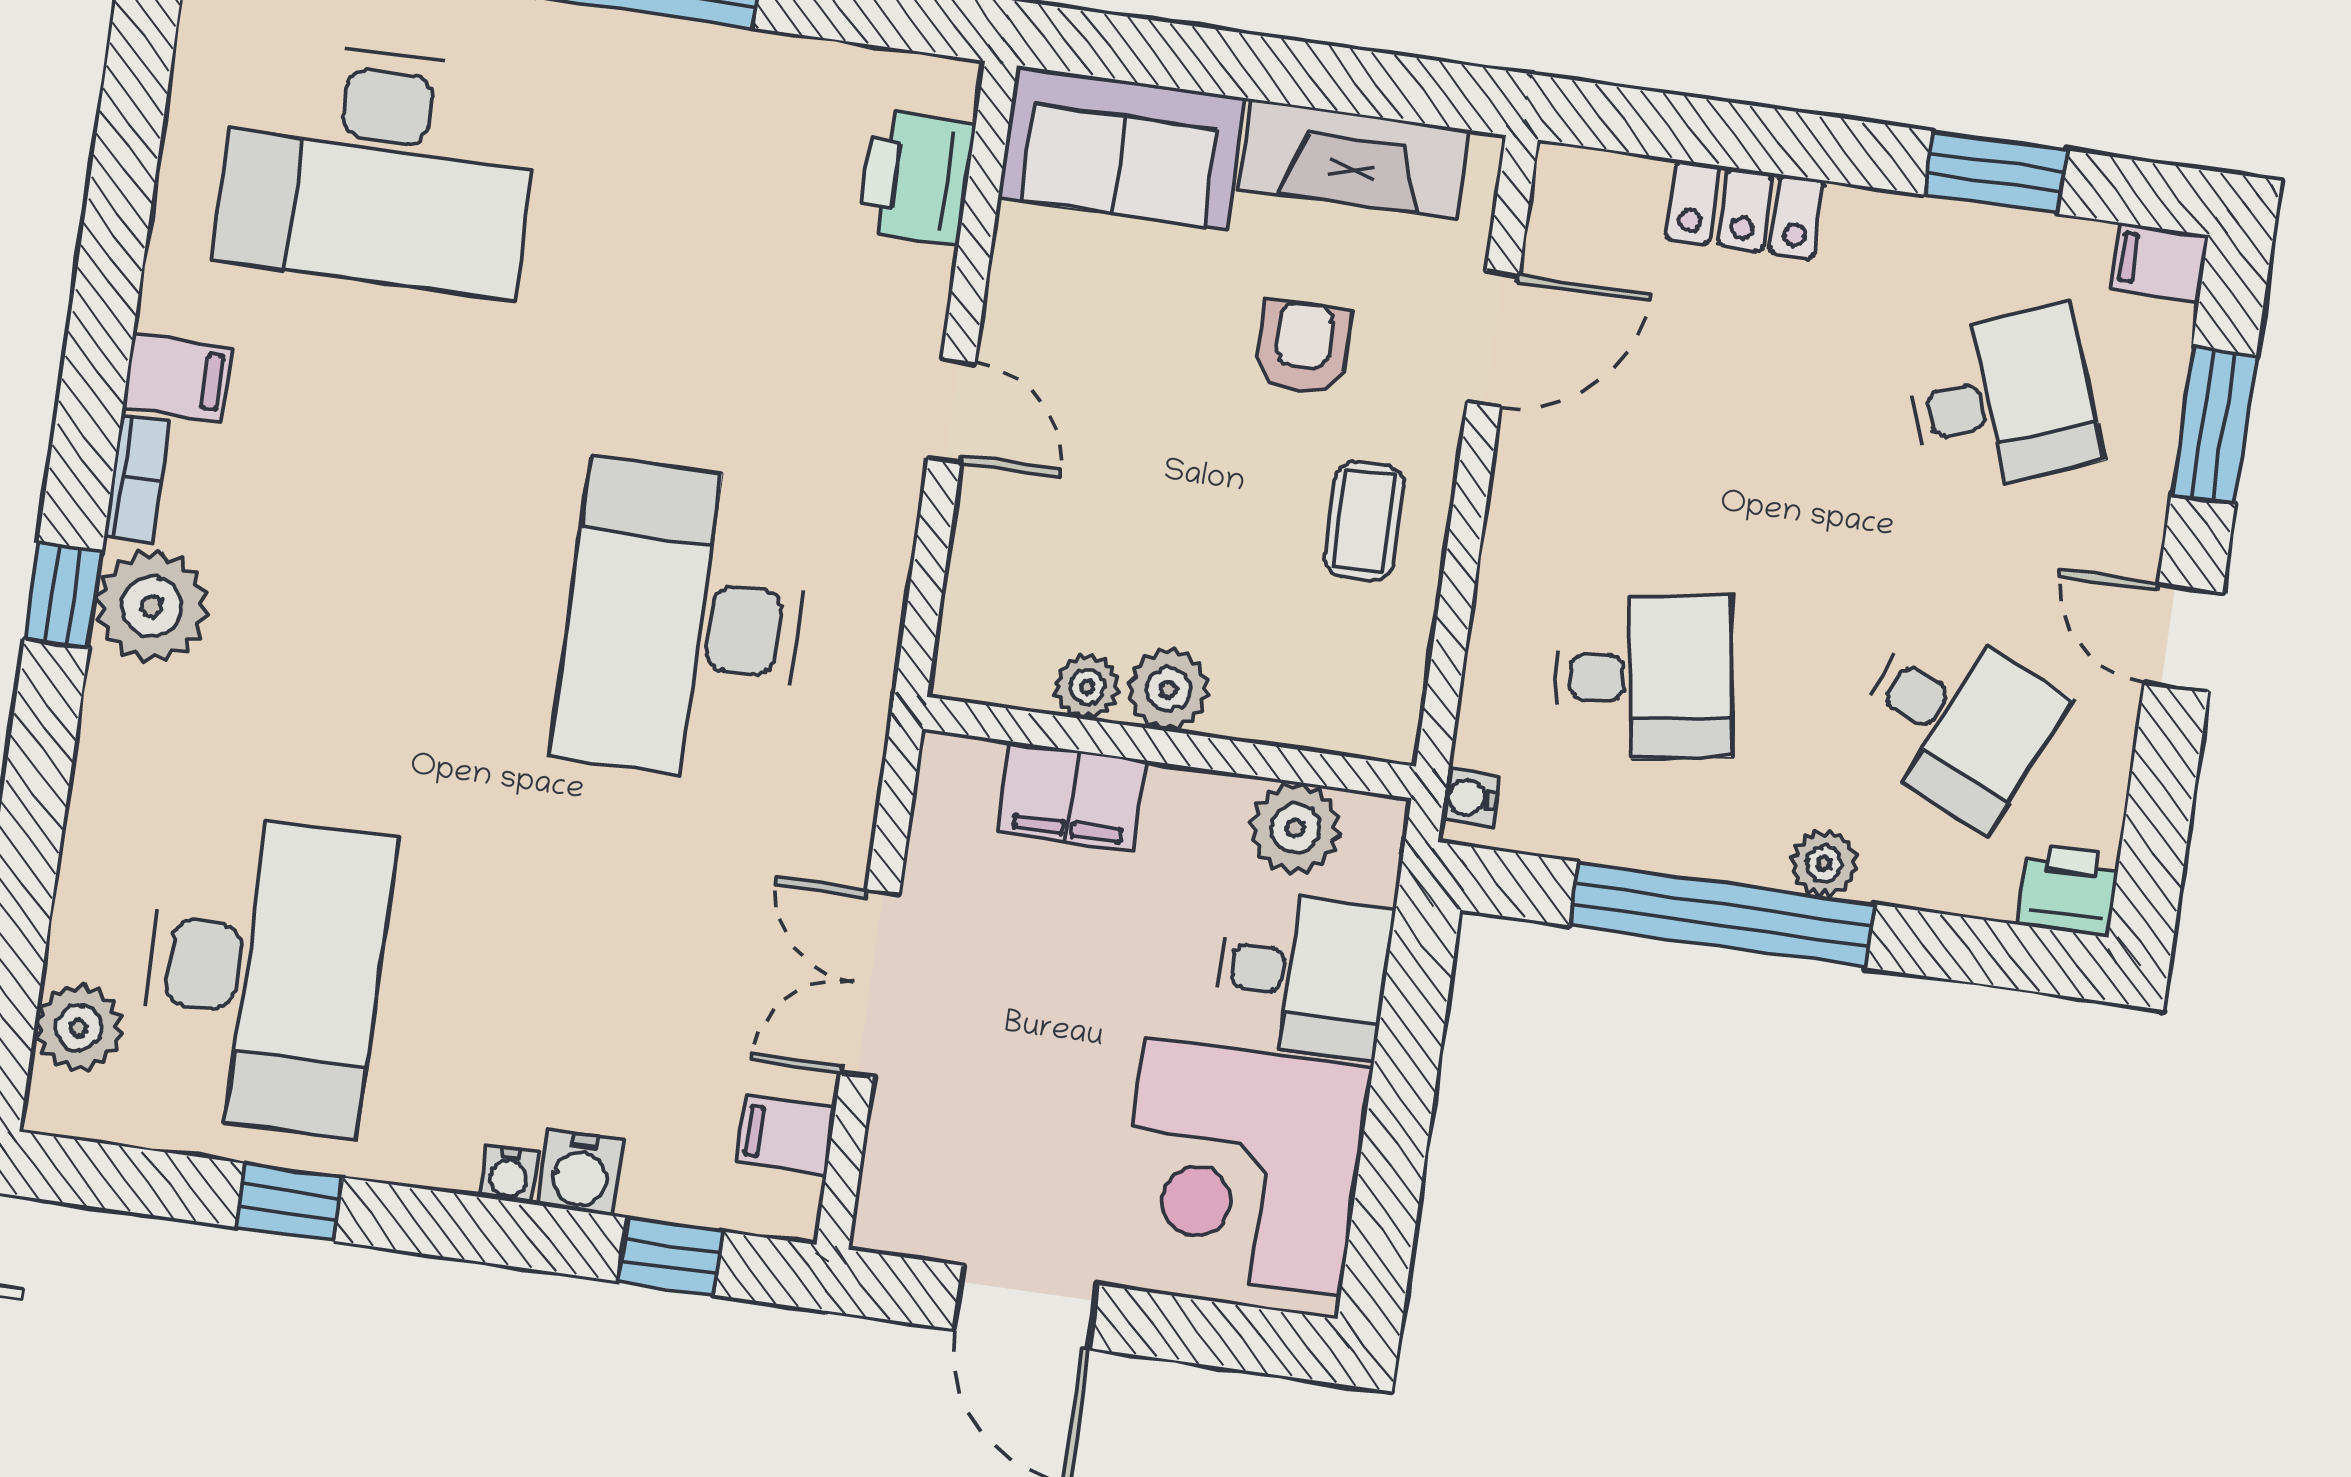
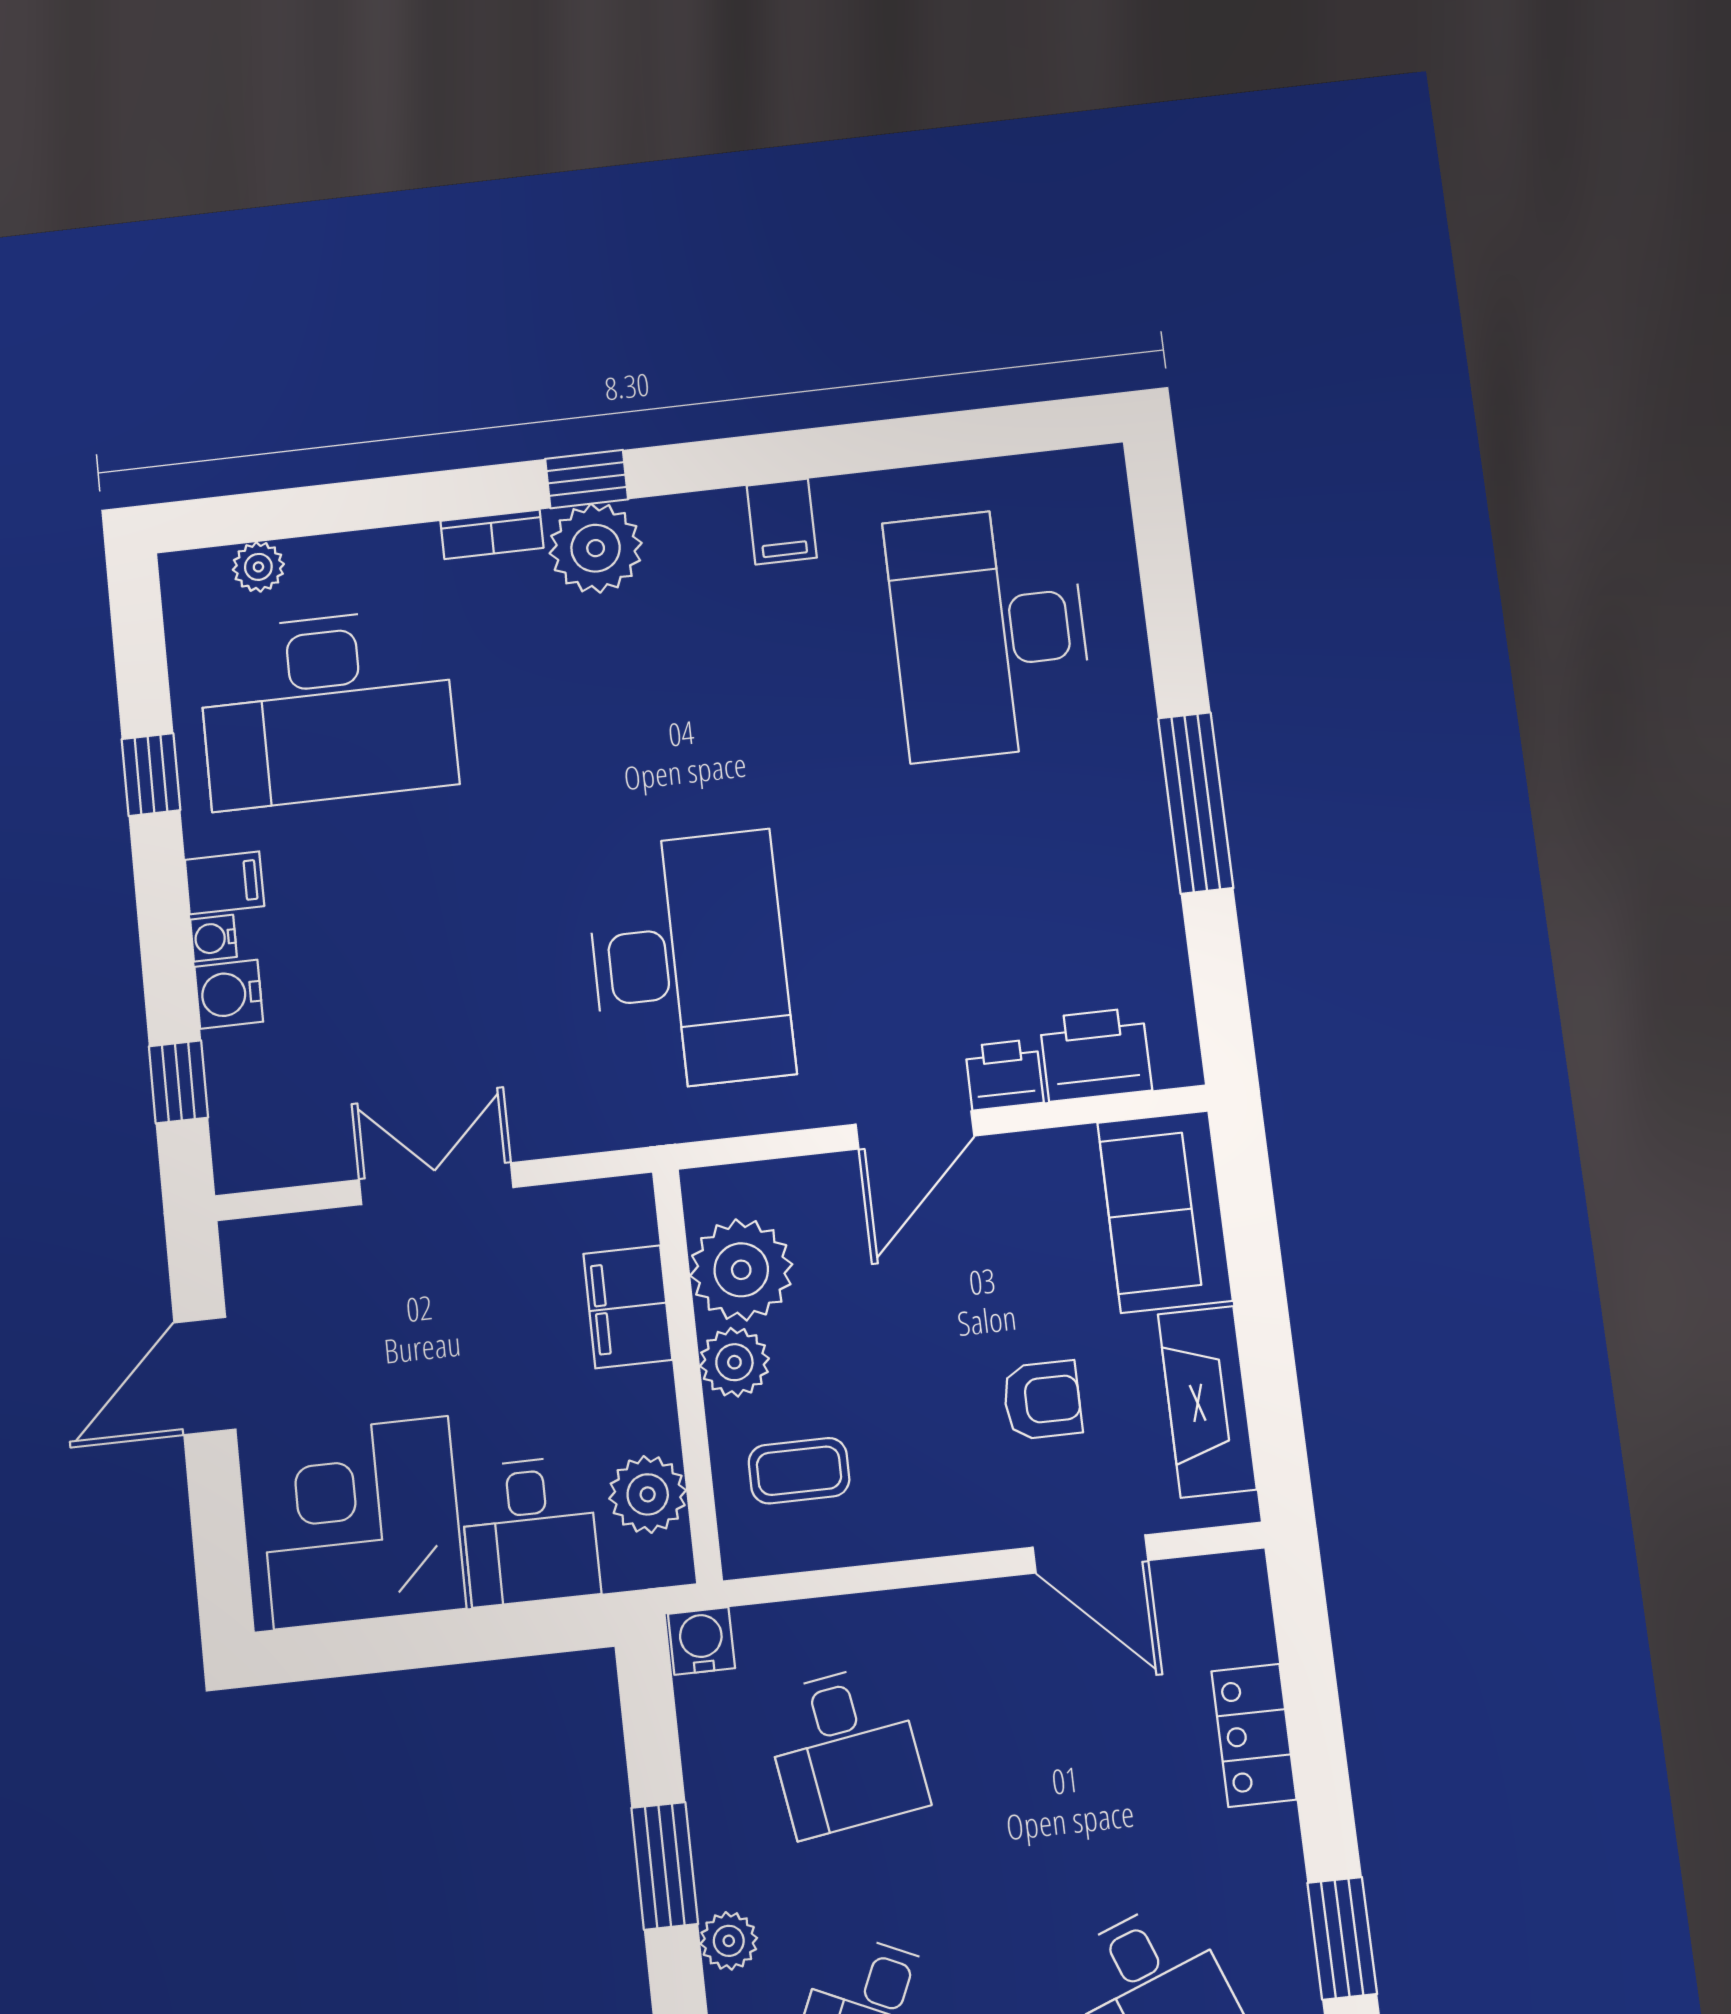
printer: (913, 290) -> (1004, 1075), added
door: (951, 411) -> (915, 1130), width x1.38
bookcase: (137, 478) -> (492, 534), moved
coffee table: (1364, 521) -> (799, 1471), moved
desk: (683, 622) -> (689, 961), turned 90
plant: (1087, 687) -> (741, 1270), width x1.88, depth x1.88
water cooler: (1470, 798) -> (701, 1641), width x1.38, depth x1.38
window: (1722, 915) -> (665, 1866), width x0.47
plant: (78, 1028) -> (258, 567), width x0.73, depth x0.73
filing cabinet: (786, 1135) -> (224, 883), moved, turned 90

